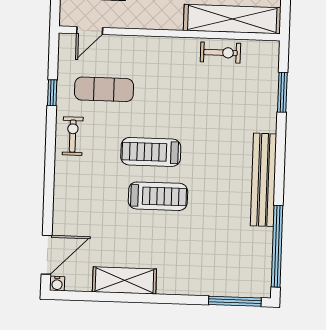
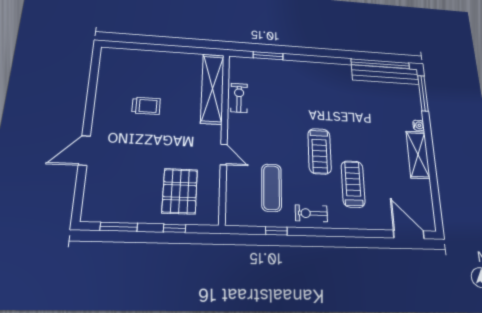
door: (90, 31) -> (224, 155), moved
bench: (263, 180) -> (385, 75), moved
treadmill: (158, 196) -> (353, 184), moved
shelving: (124, 280) -> (418, 155), moved
water cooler: (57, 284) -> (419, 125), moved

